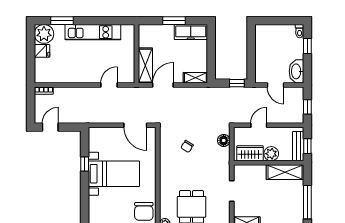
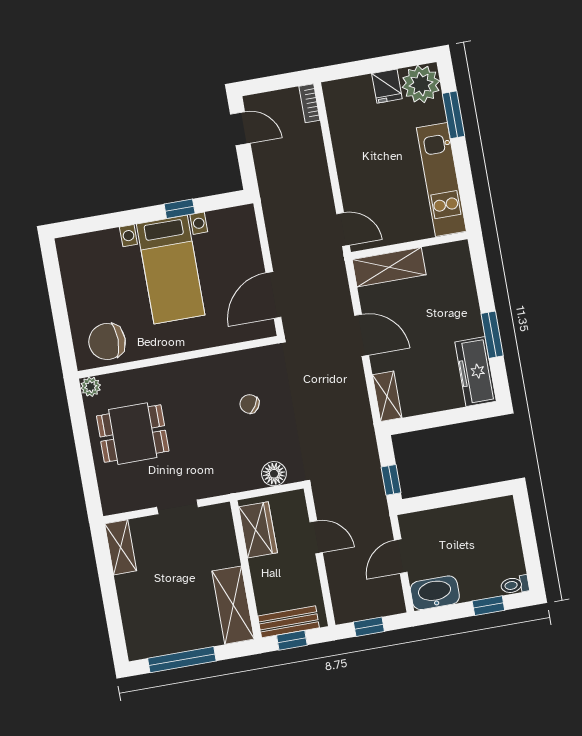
wall: (136, 54) -> (409, 245), moved
shelving: (145, 66) -> (389, 267), moved
plant: (271, 154) -> (264, 572), removed

